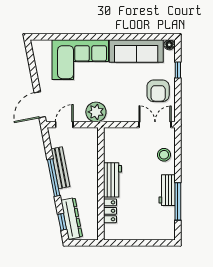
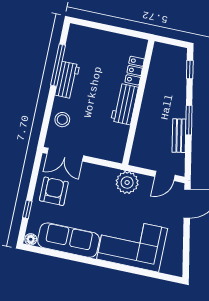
bench: (60, 168) -> (179, 136), width x0.73
window: (54, 178) -> (189, 120), width x0.69
dresser: (72, 219) -> (179, 71), removed

